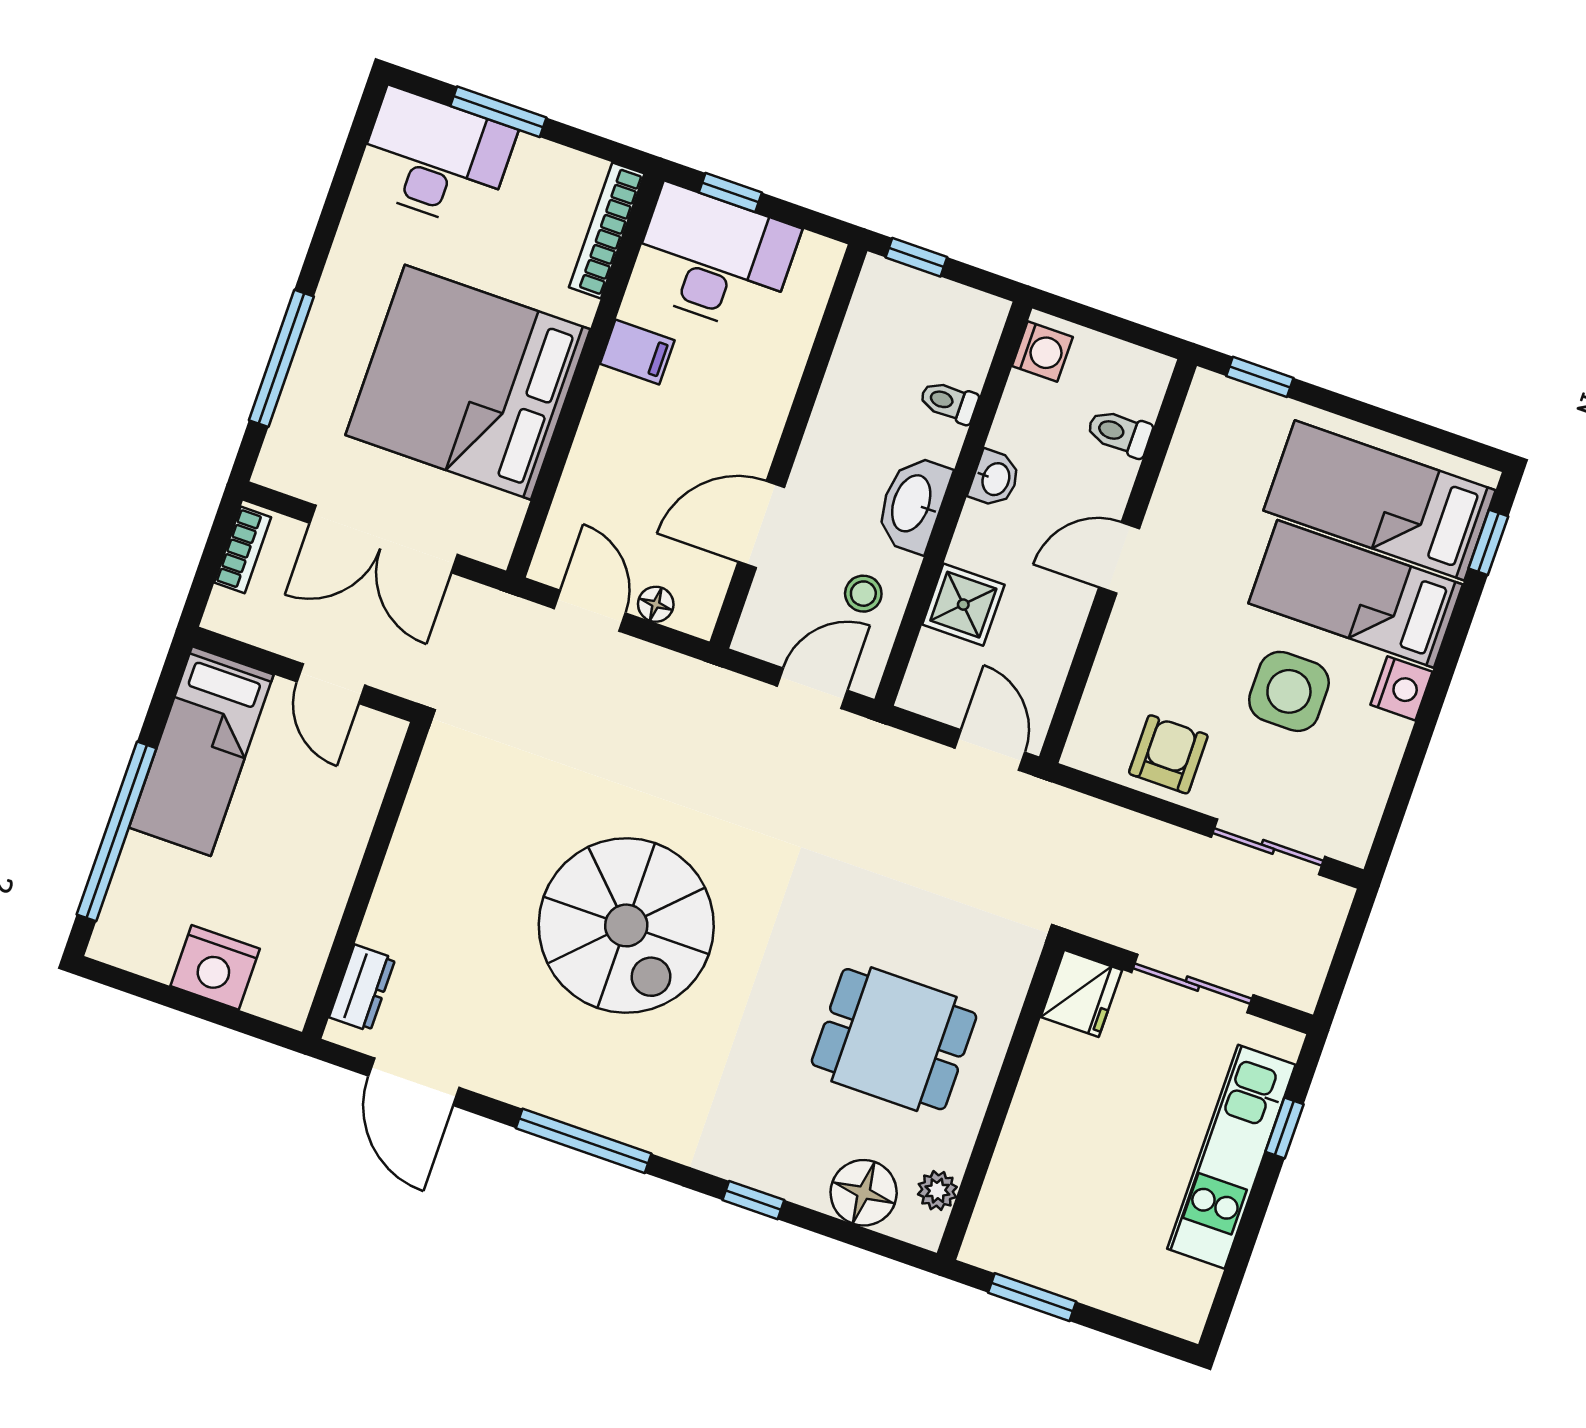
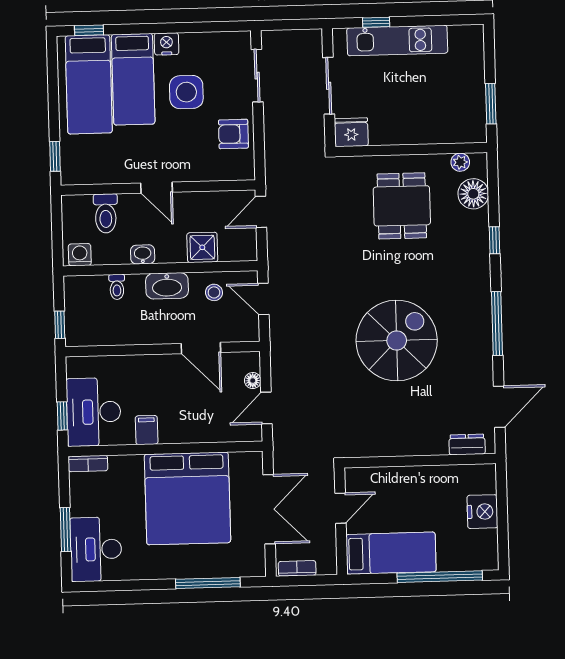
bookcase: (607, 230) -> (88, 464), width x0.64
toilet: (1119, 433) -> (106, 213), width x1.37, depth x1.39

